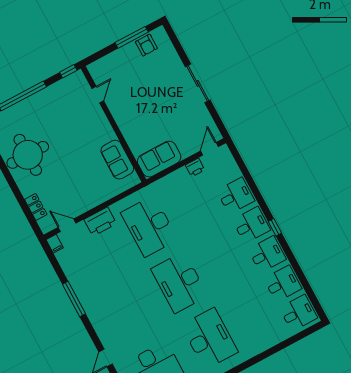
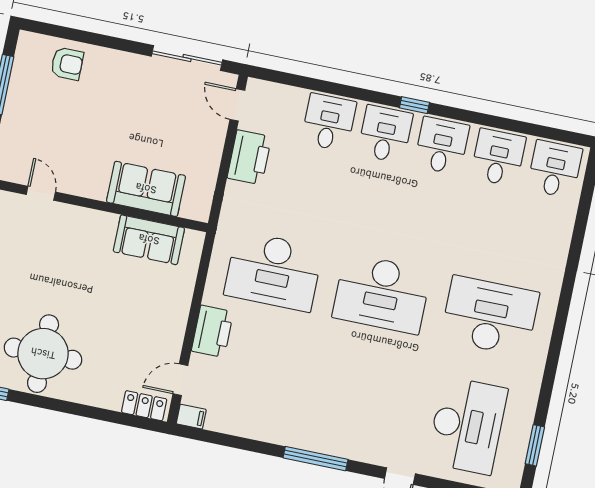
armchair: (146, 45) -> (67, 64), moved
sliding door: (198, 83) -> (187, 58), moved
sofa: (159, 159) -> (146, 189), moved, turned 90
printer: (195, 167) -> (249, 157), width x1.87, depth x1.48
locker: (36, 207) -> (144, 406), moved
window: (74, 299) -> (316, 459), moved

